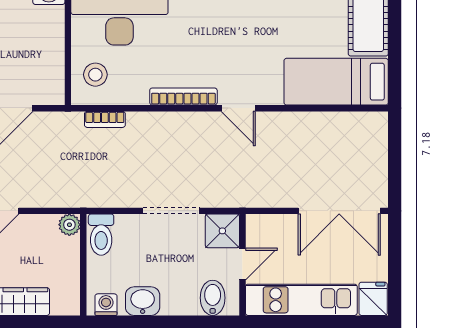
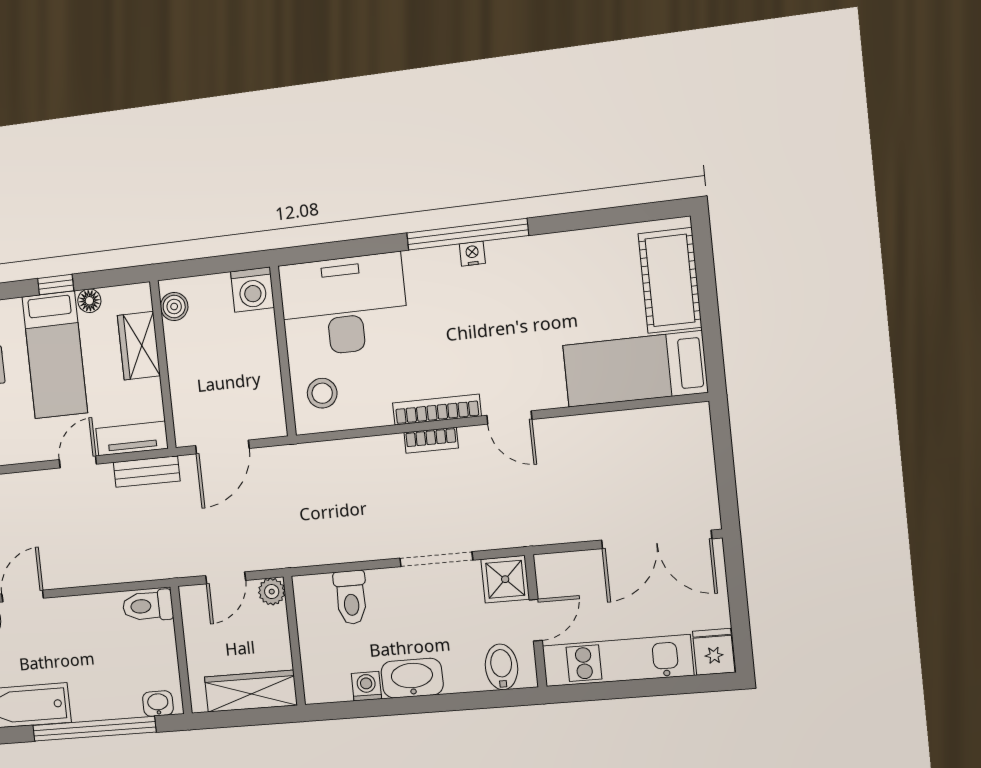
bookcase: (105, 119) -> (431, 440), moved
plant: (69, 225) -> (272, 592), moved
wall: (83, 265) -> (294, 641), moved
washbasin: (143, 301) -> (412, 678), width x1.38

